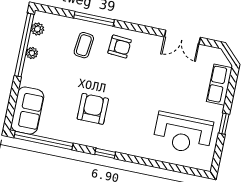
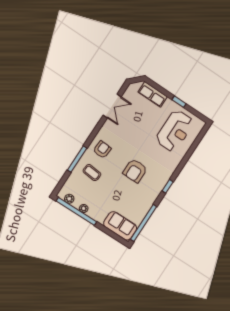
armchair: (93, 109) -> (135, 171), moved, turned -90

